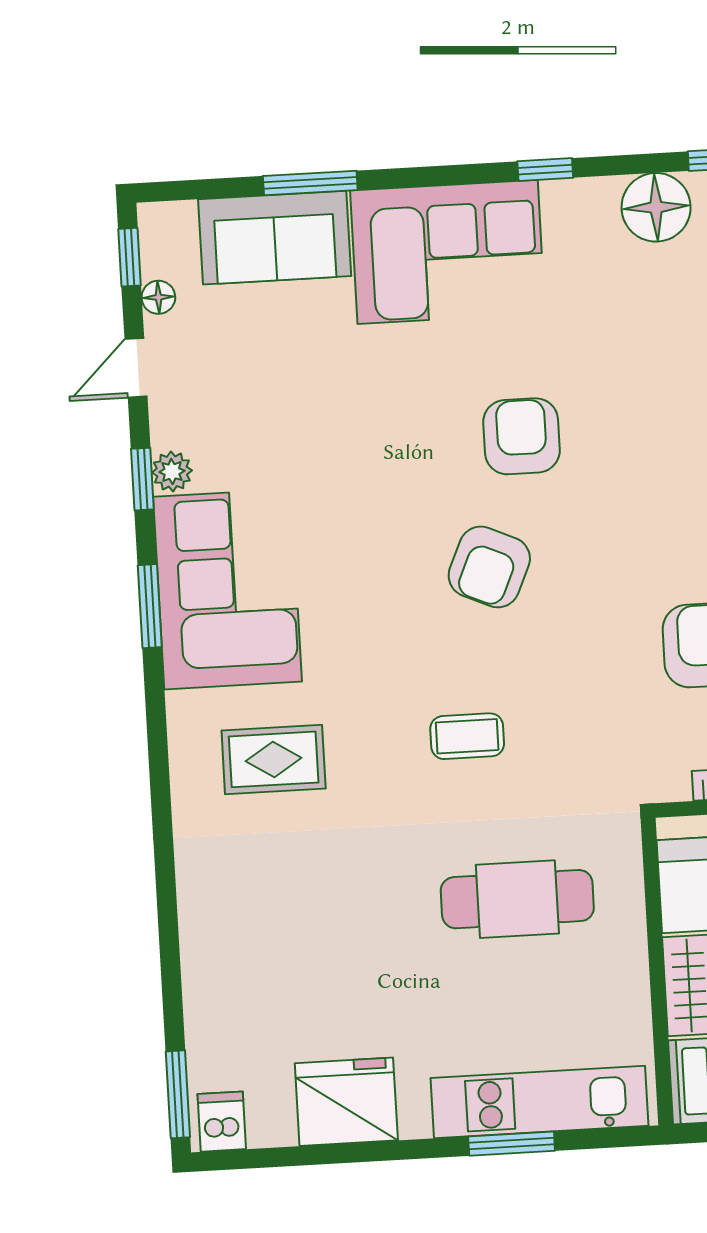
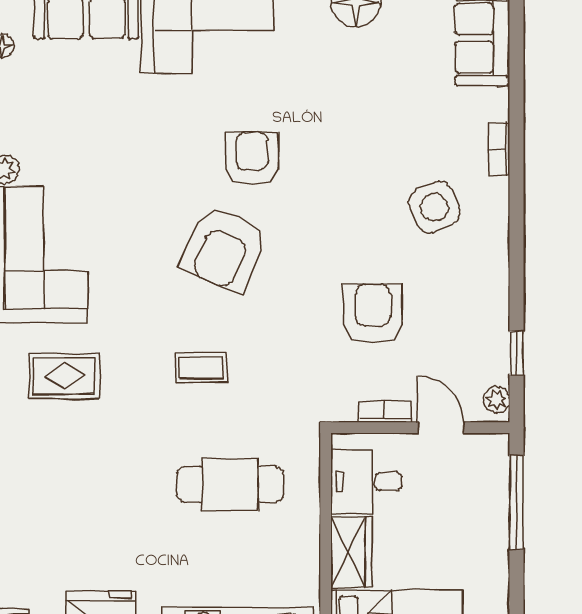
armchair: (489, 567) -> (224, 249), width x1.36, depth x1.36

